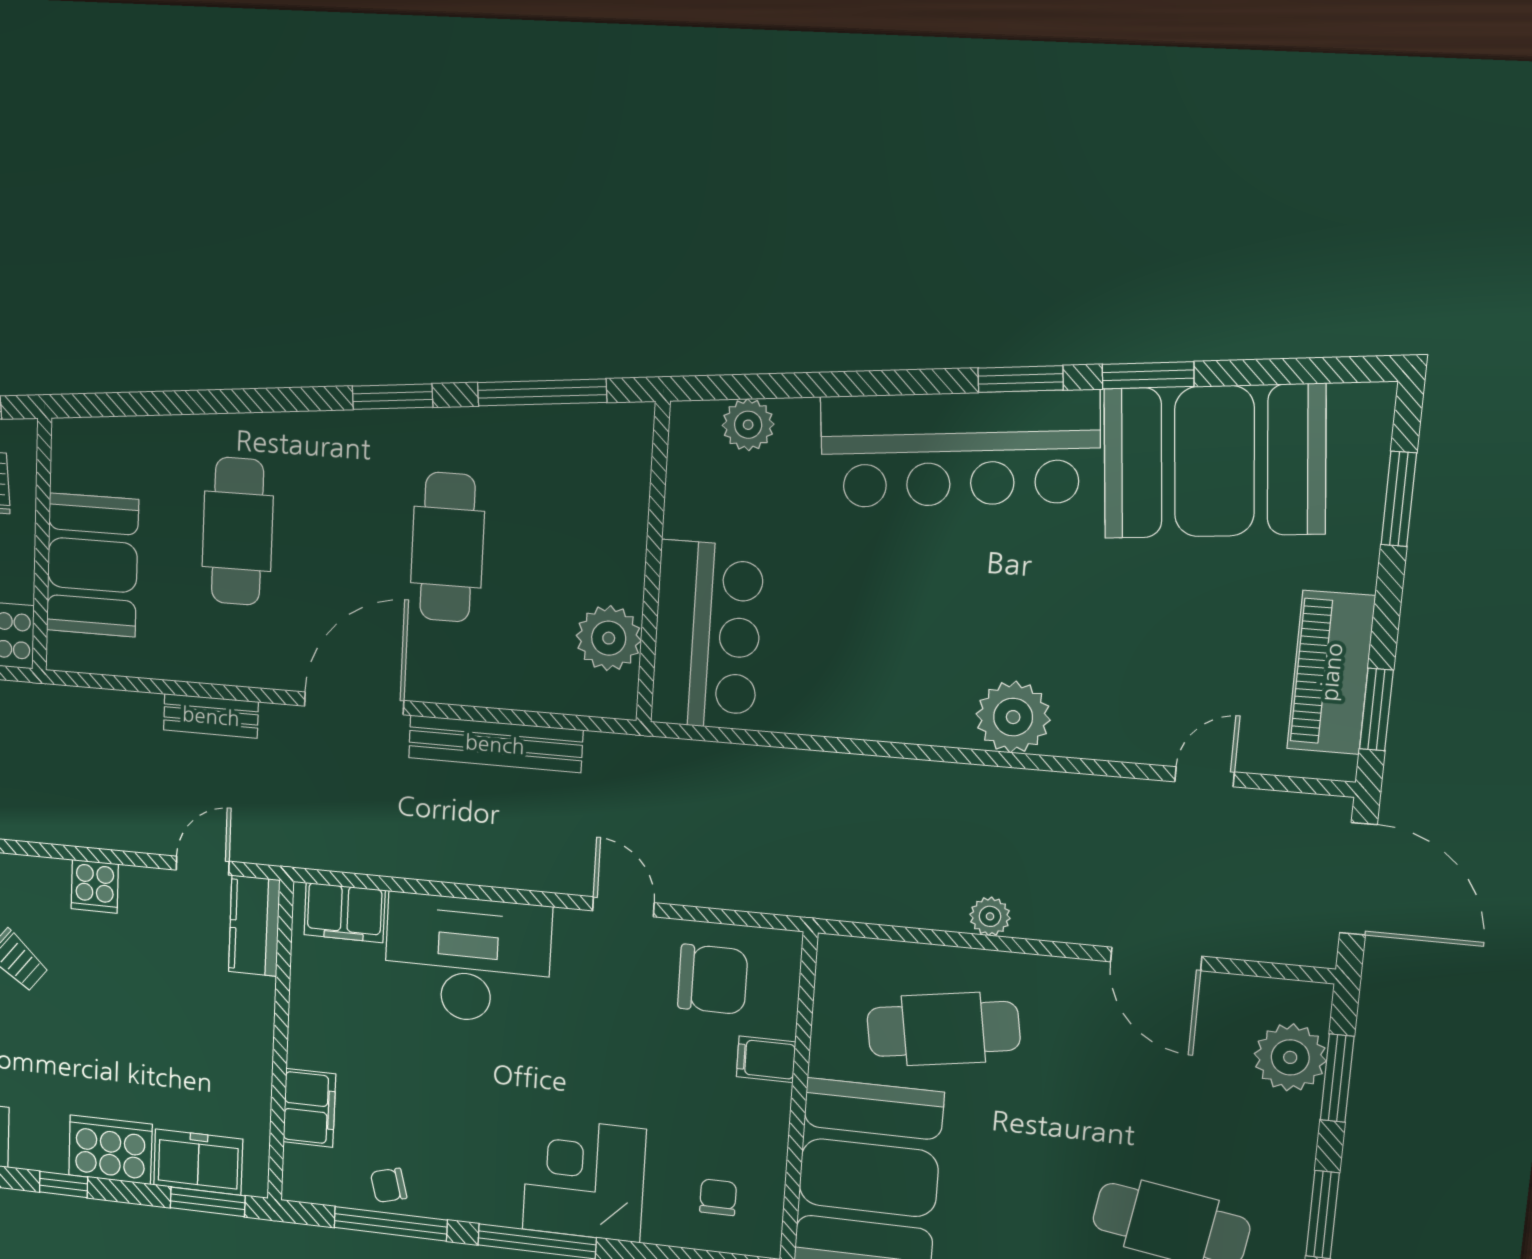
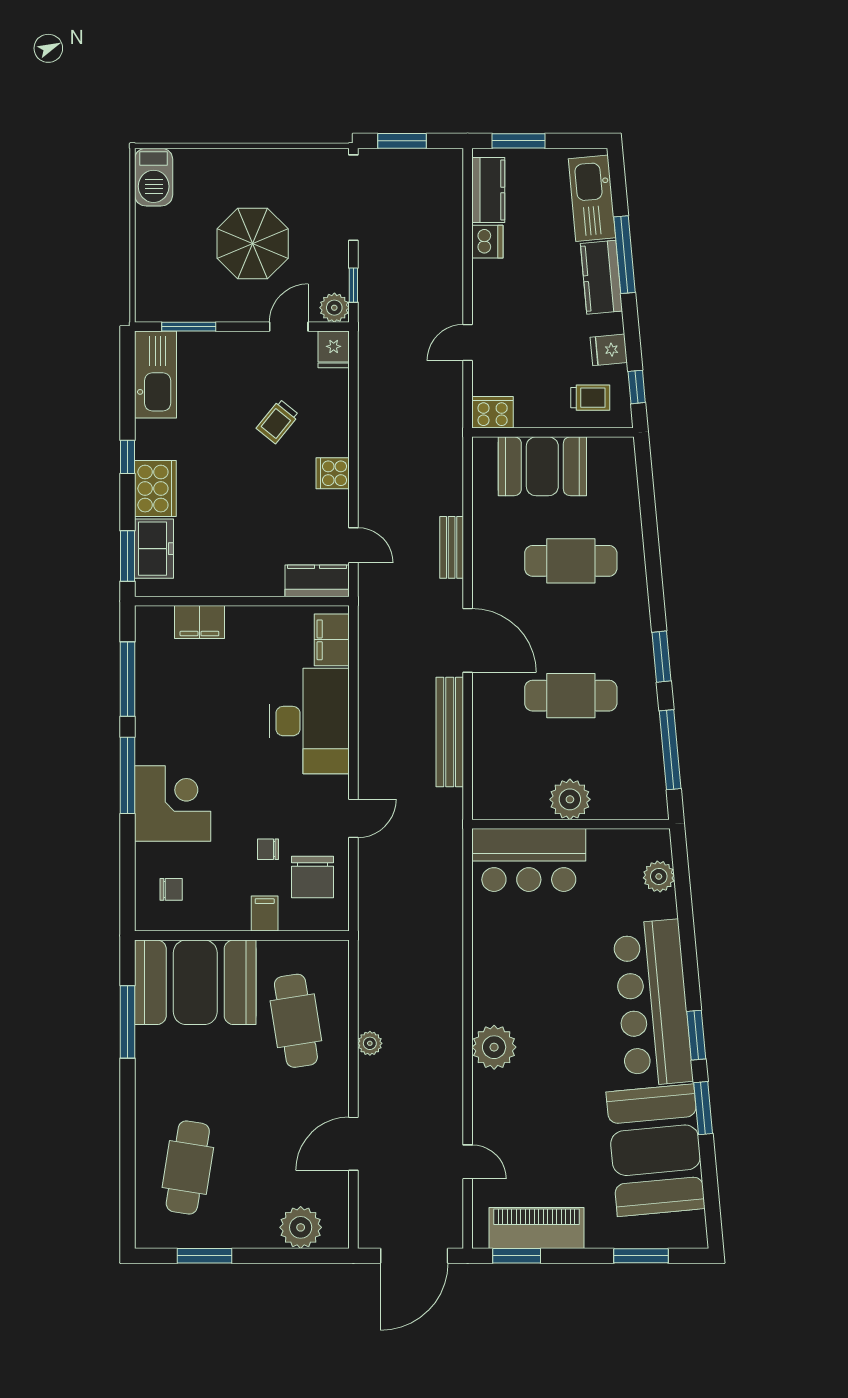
plant: (609, 638) -> (570, 799), moved
window: (1337, 1078) -> (291, 1256), removed
chair: (389, 1185) -> (268, 849), moved, turned -75

